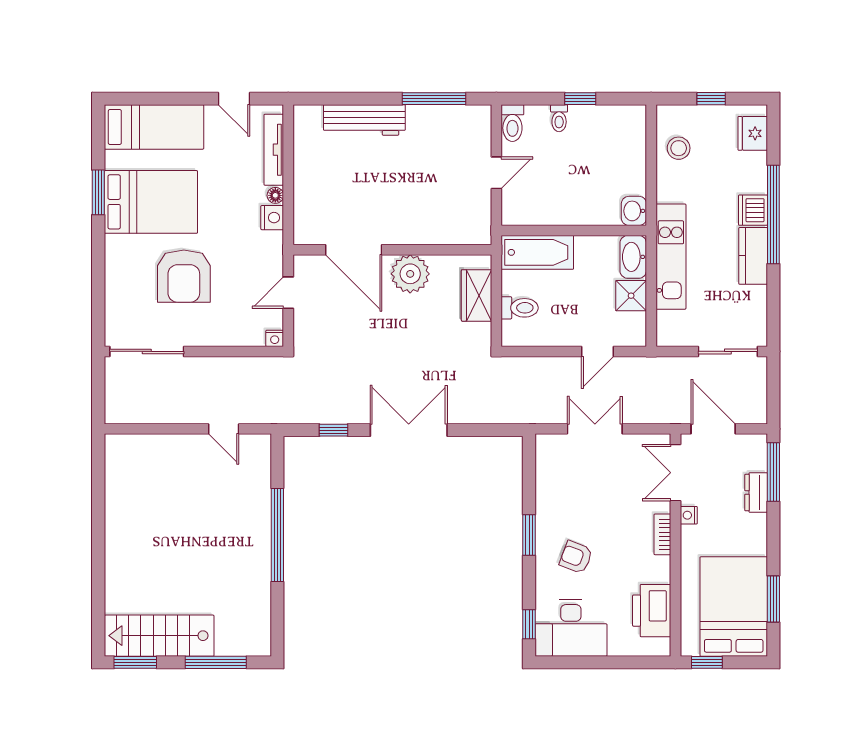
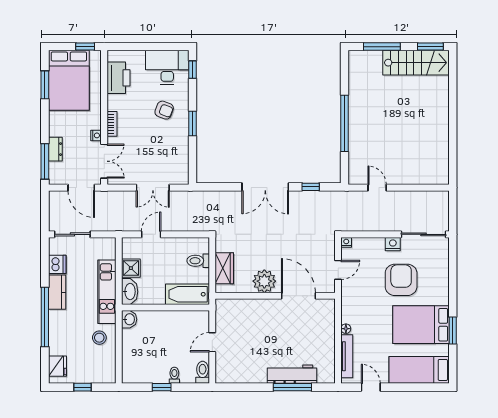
window: (434, 99) -> (292, 387), moved
stool: (679, 148) -> (99, 338), moved
dishwasher: (753, 210) -> (57, 264), moved
nightstand: (272, 218) -> (393, 244), moved, turned 90

